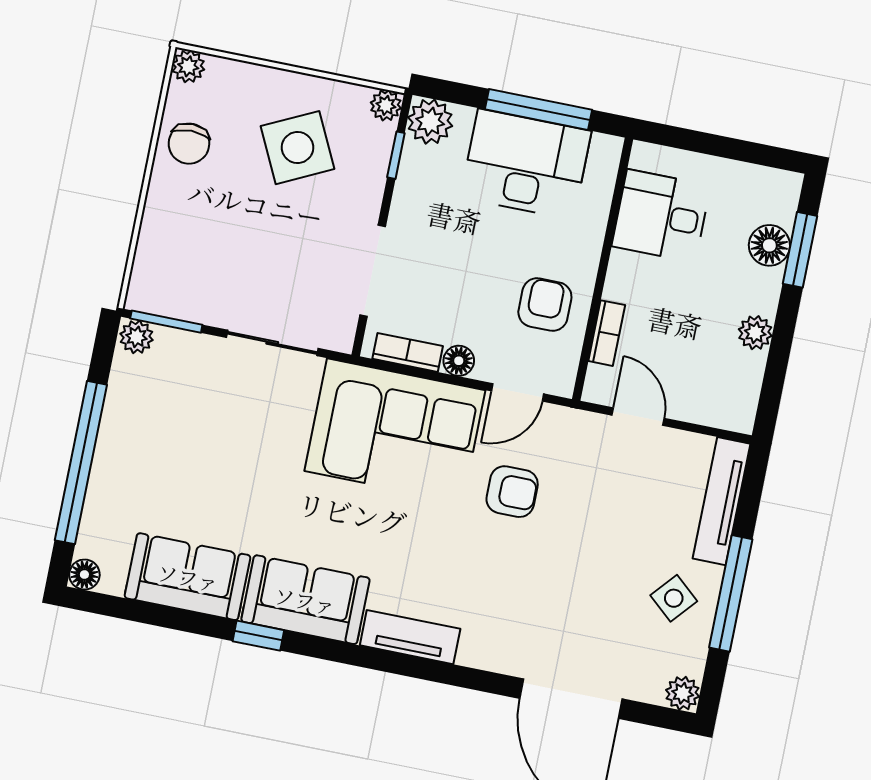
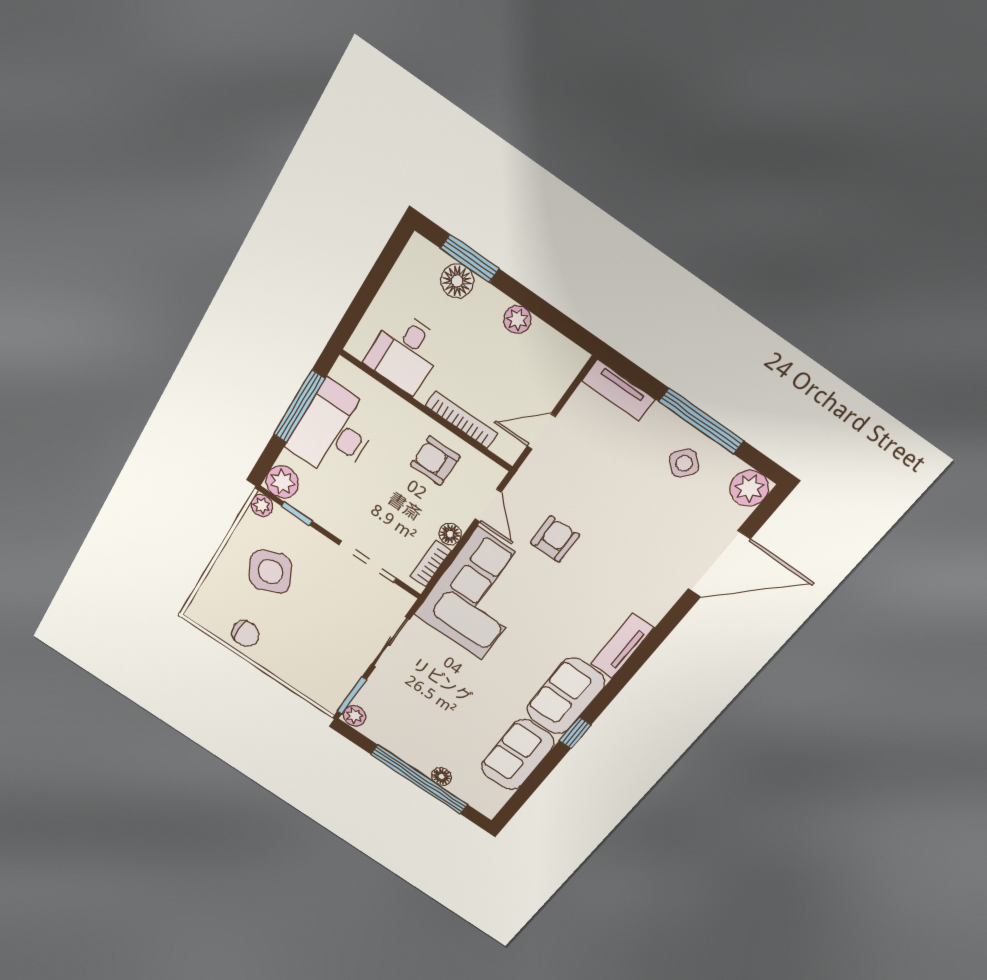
plant: (188, 66) -> (197, 613), removed
bookcase: (607, 333) -> (461, 420), width x1.56
tv unit: (722, 501) -> (618, 390), width x0.71
floor lamp: (84, 575) -> (441, 777), moved
plant: (683, 693) -> (749, 488), width x1.38, depth x1.38

